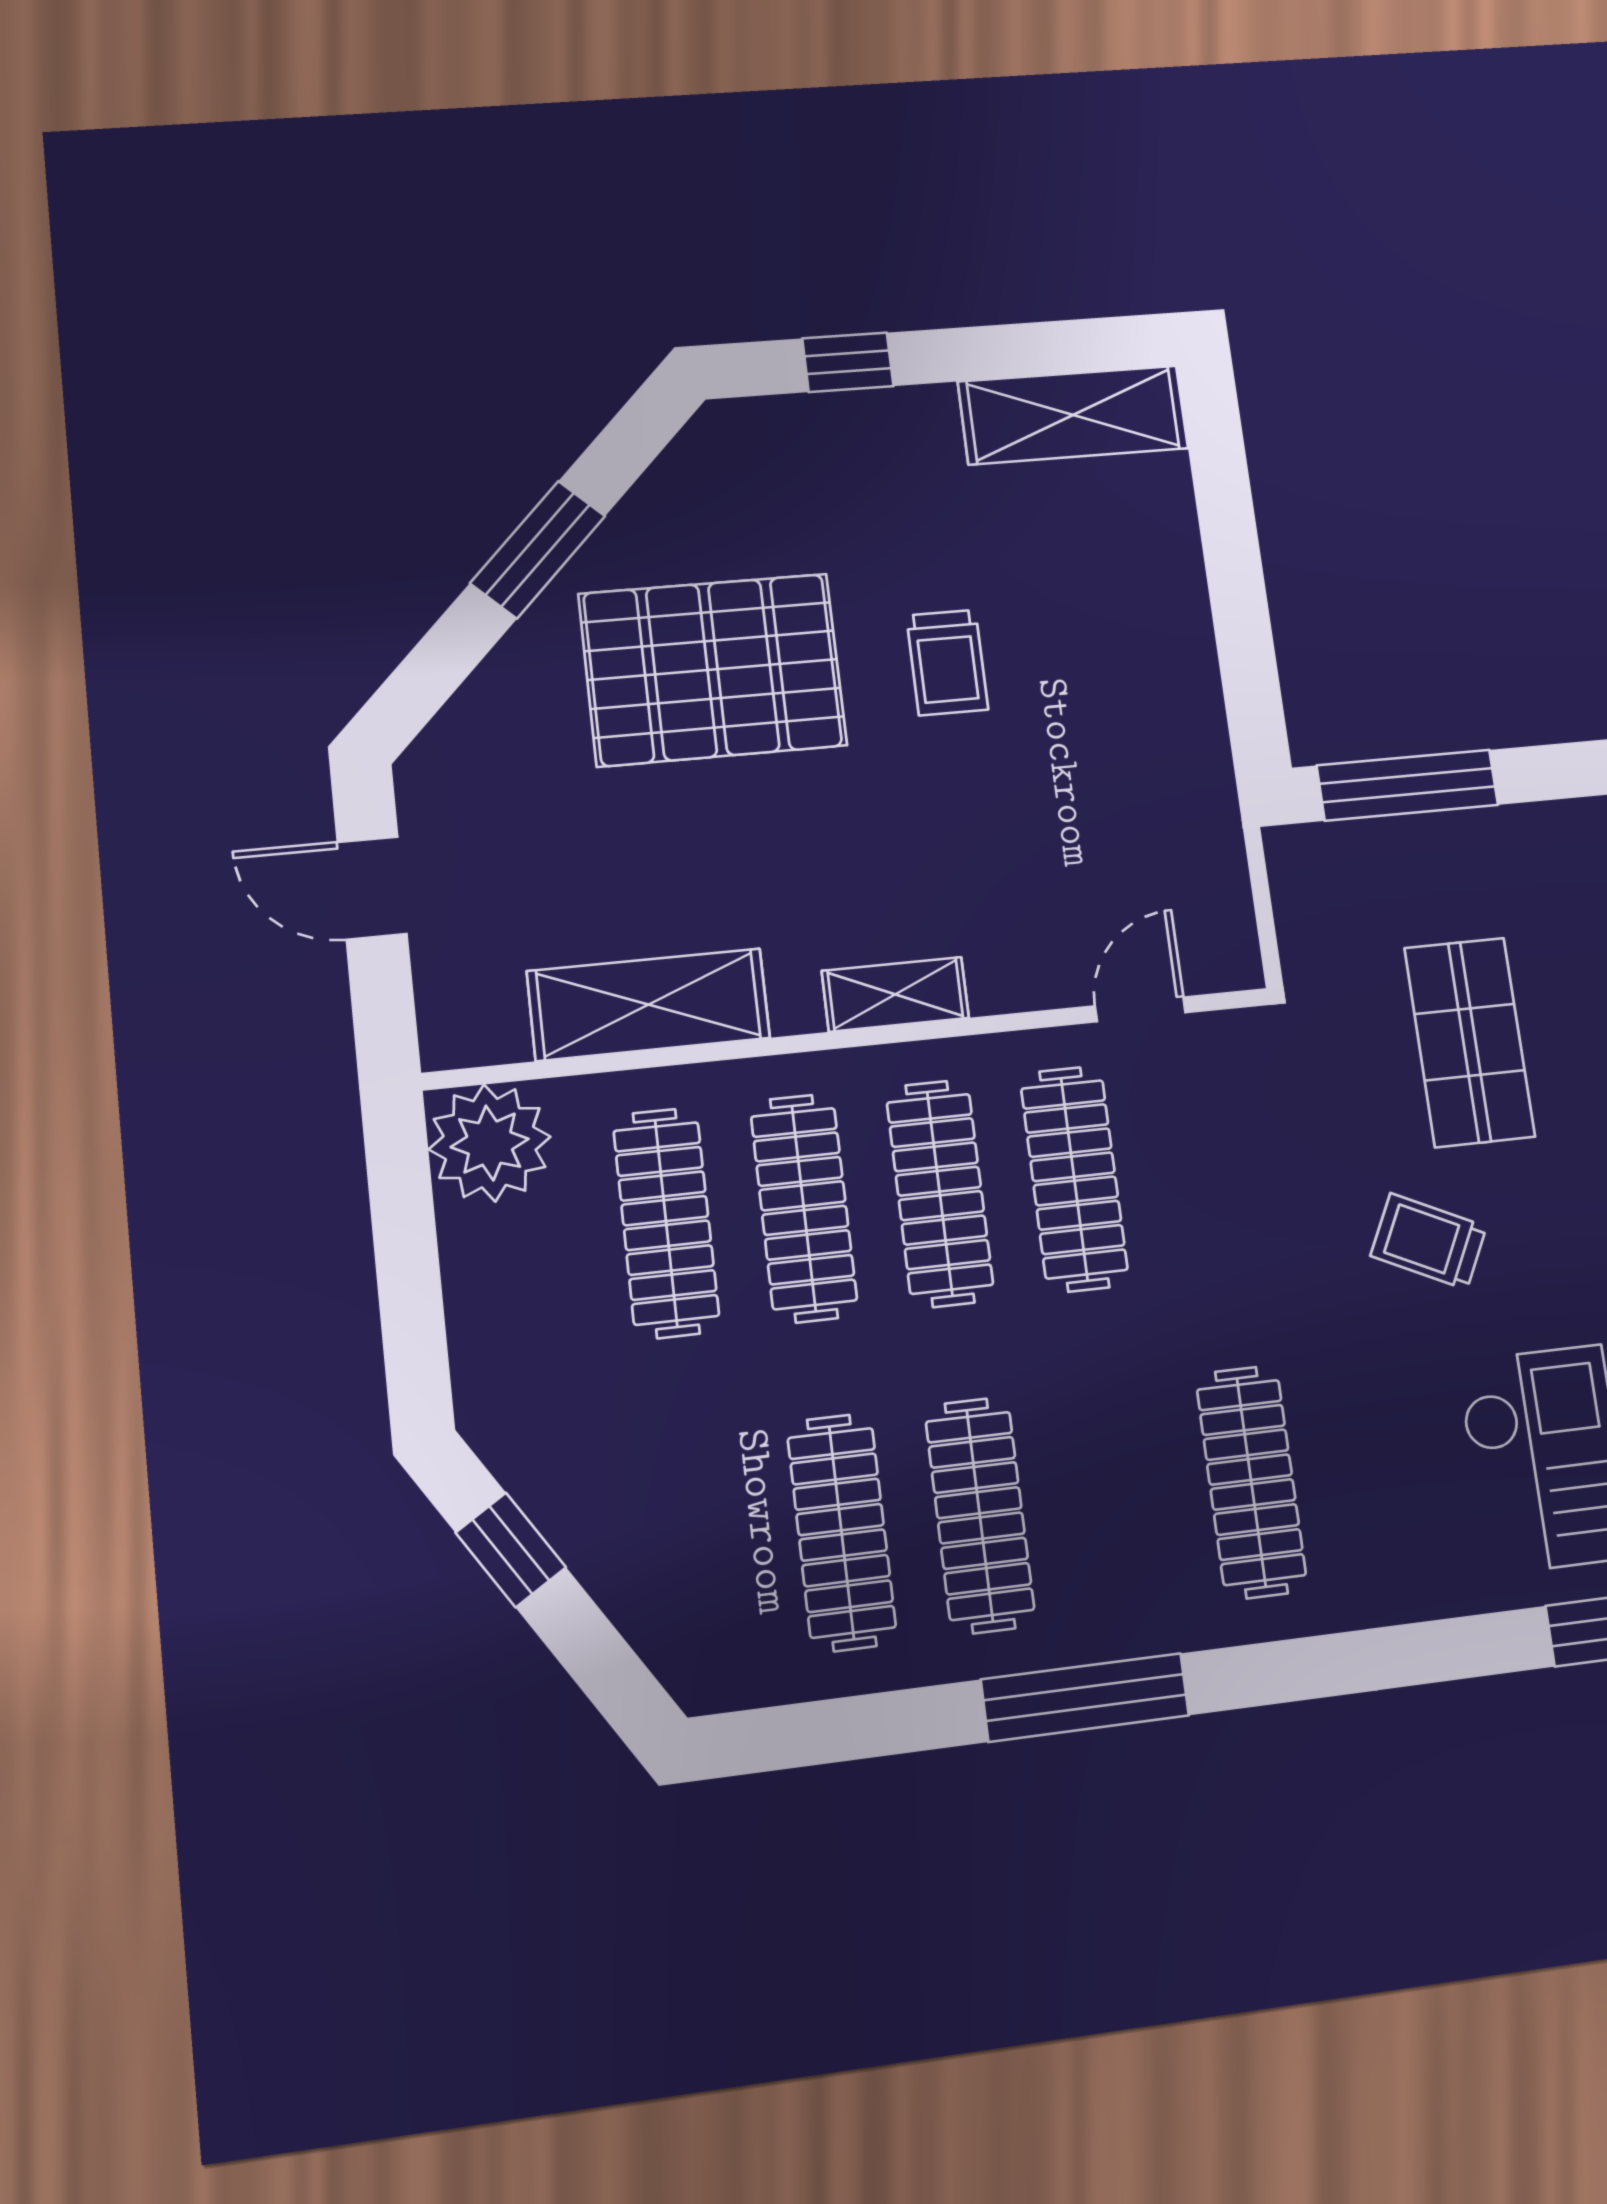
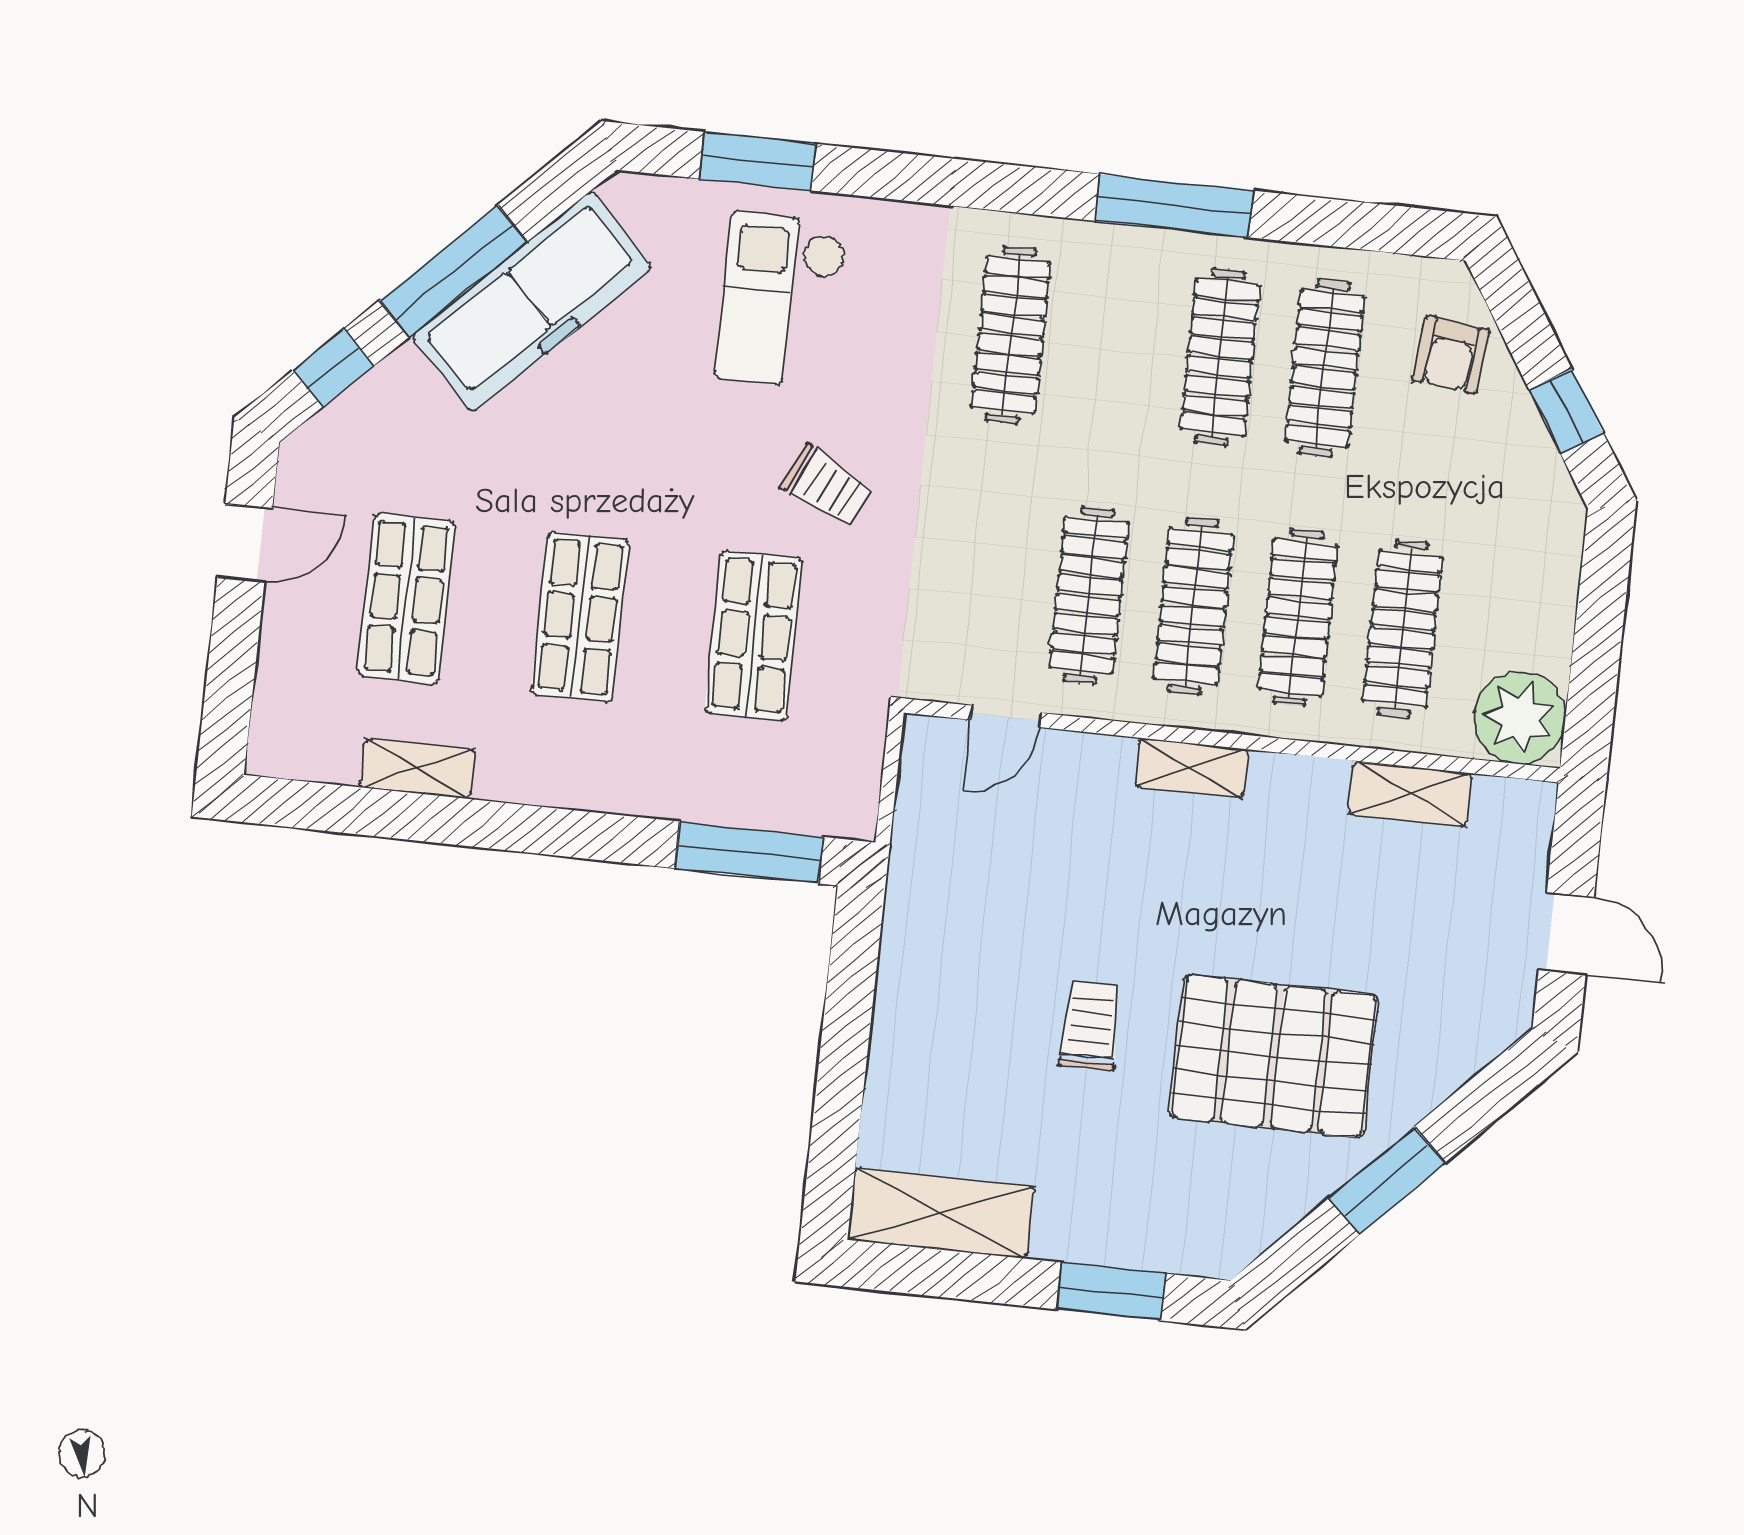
window: (848, 362) -> (1111, 1292), width x1.50
shelving: (648, 1005) -> (1410, 794), width x0.67, depth x0.75
armchair: (680, 1588) -> (1451, 355), added

